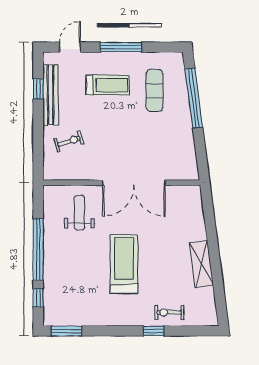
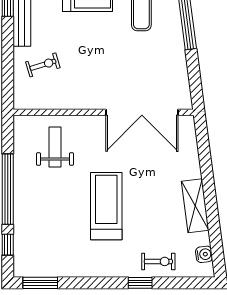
double door: (134, 183) -> (142, 112), moved
water cooler: (209, 306) -> (204, 254), added
exercise bike: (169, 312) -> (158, 261), turned 180

